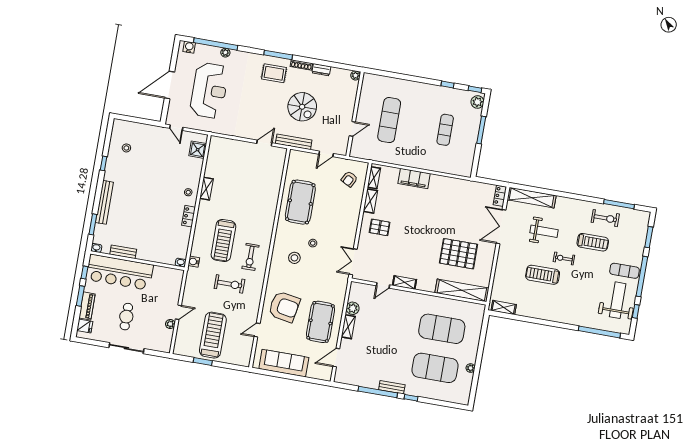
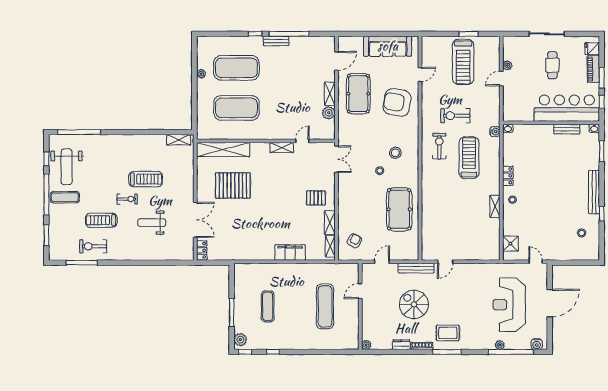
shelving: (532, 198) -> (170, 254), removed
bench: (104, 202) -> (594, 192), moved

